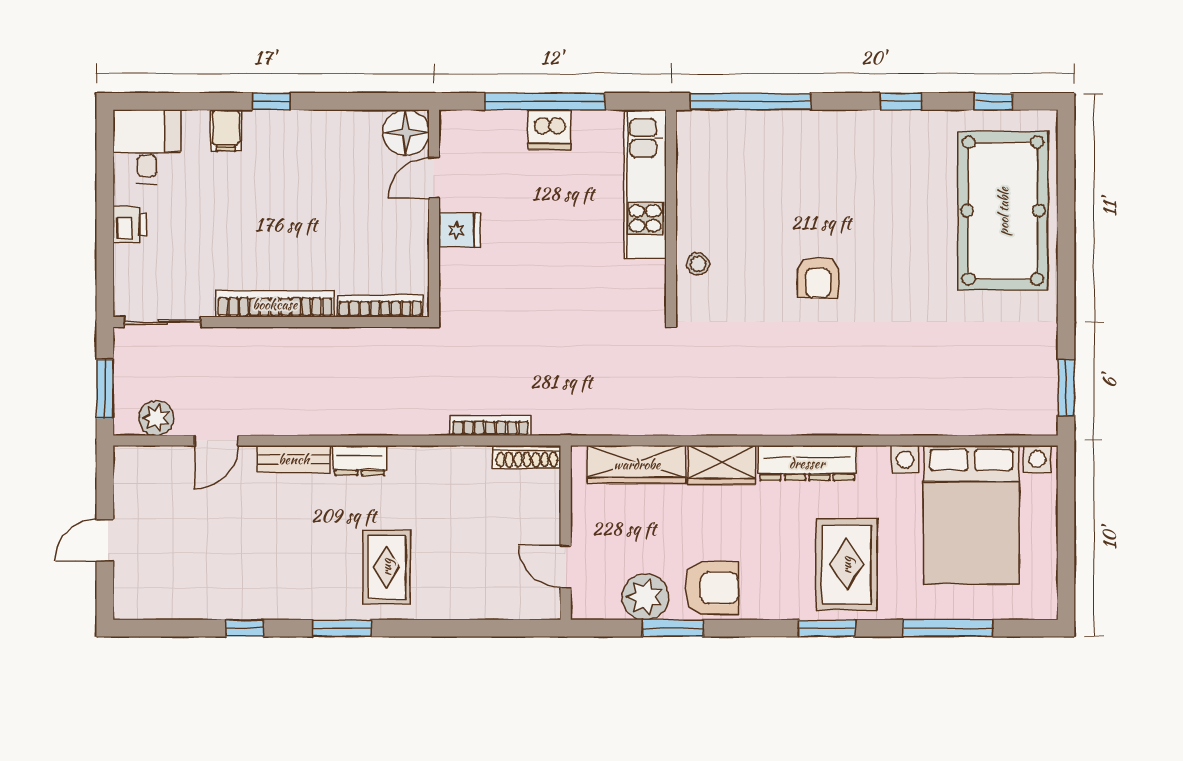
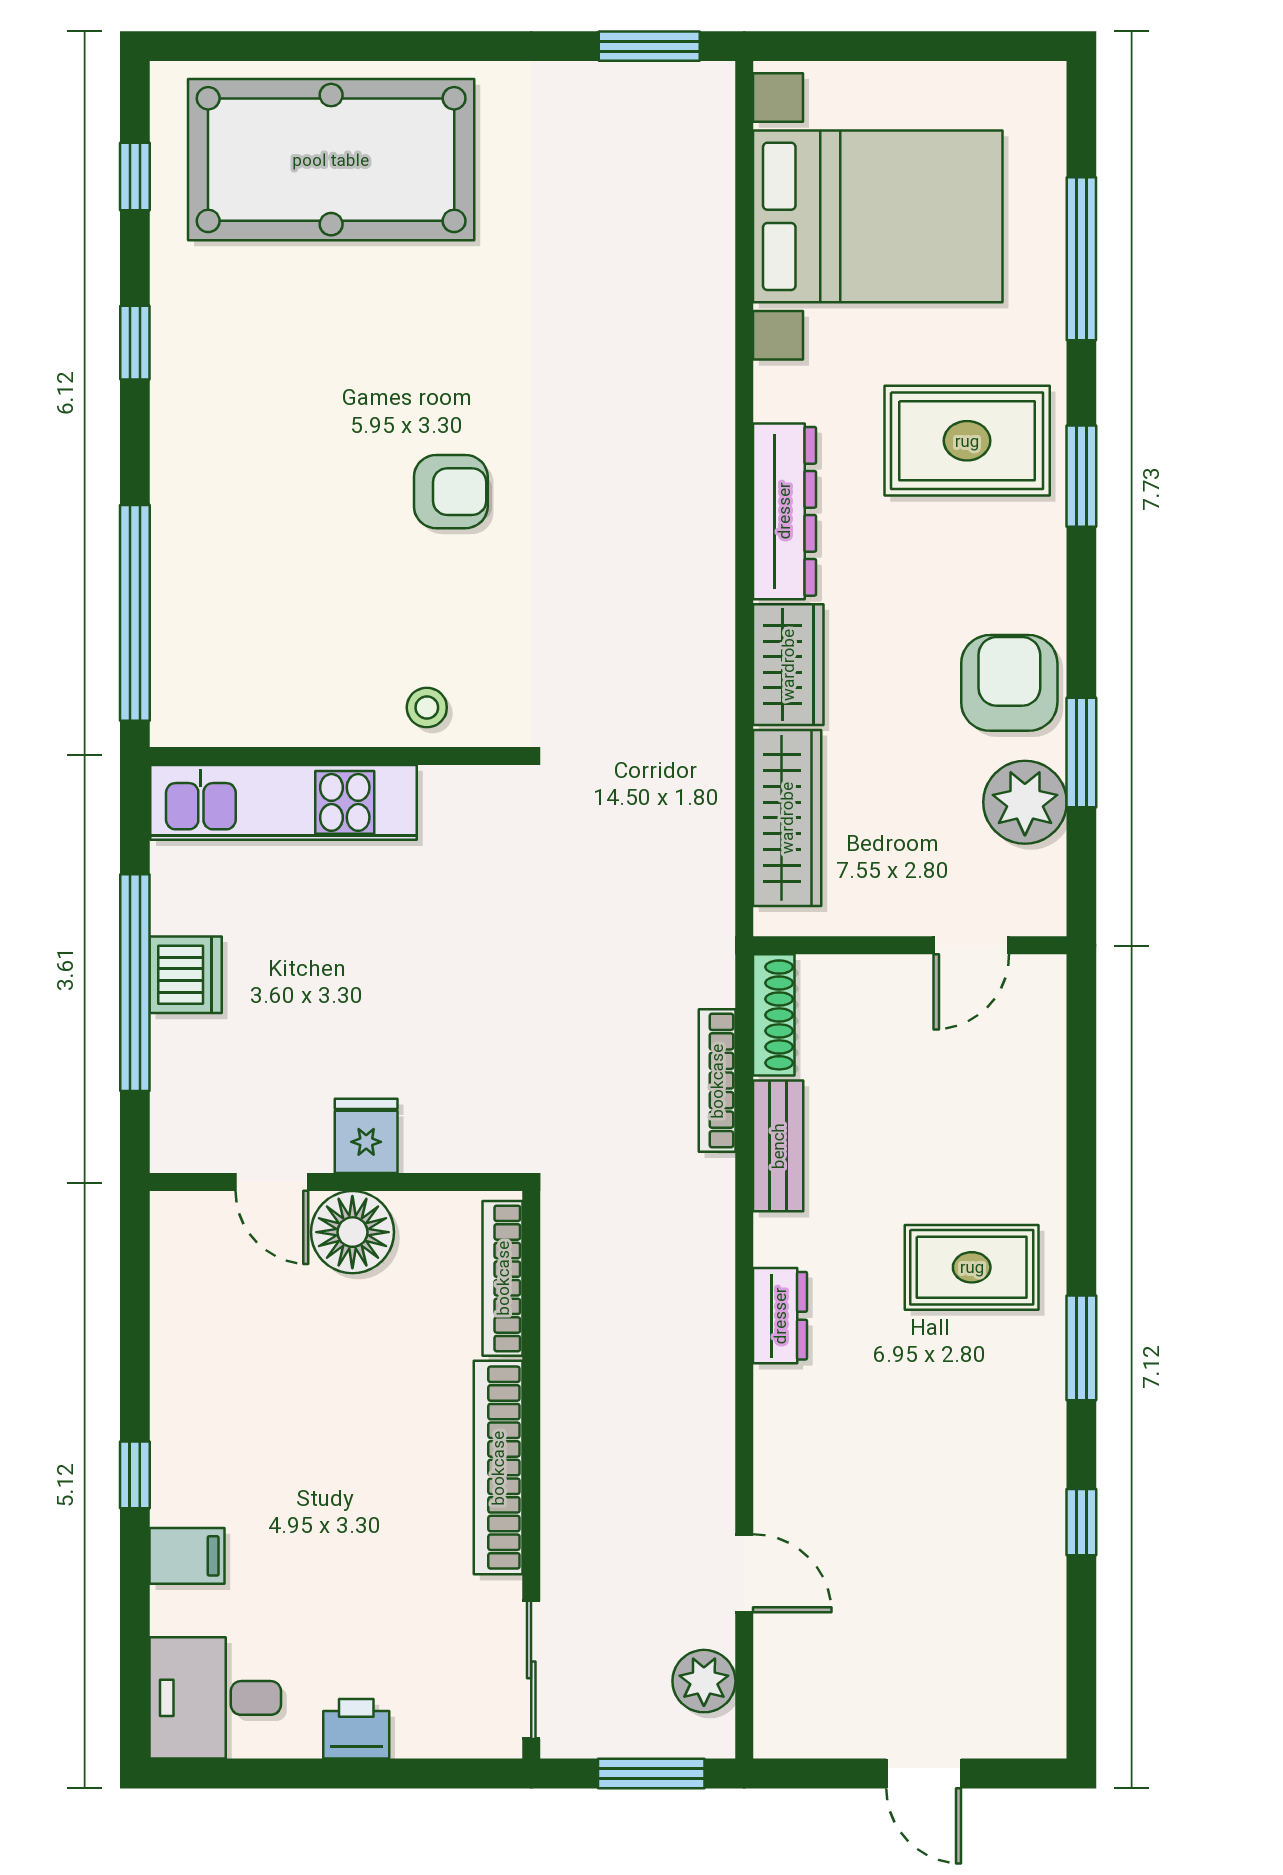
floor lamp: (406, 133) -> (352, 1232), moved
bench: (294, 459) -> (778, 1146), moved

